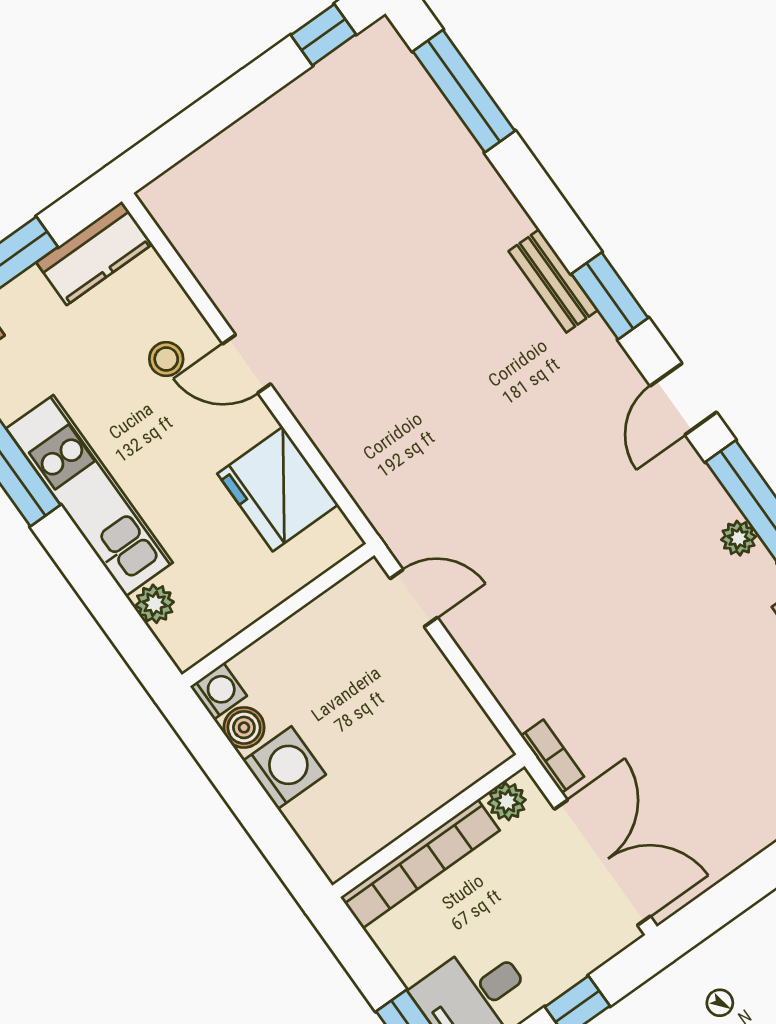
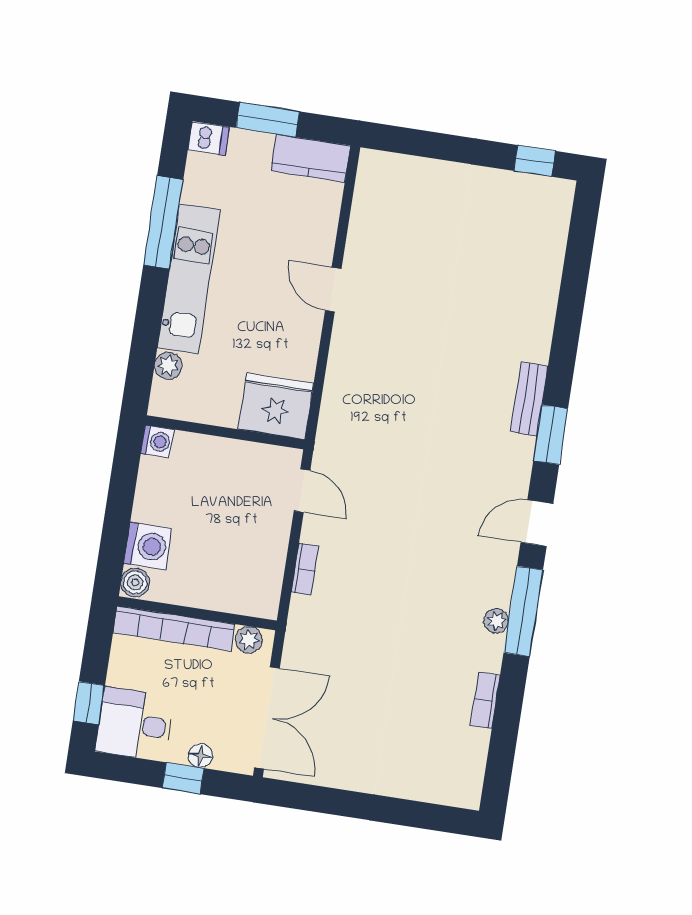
window: (464, 91) -> (578, 259), removed
stool: (166, 359) -> (295, 247), removed
fridge: (278, 489) -> (276, 406), moved, turned 90
boiler: (244, 727) -> (135, 582), moved
bookcase: (552, 756) -> (305, 569), moved
washing machine: (284, 768) -> (148, 546), moved
floor lamp: (572, 966) -> (200, 755), added

